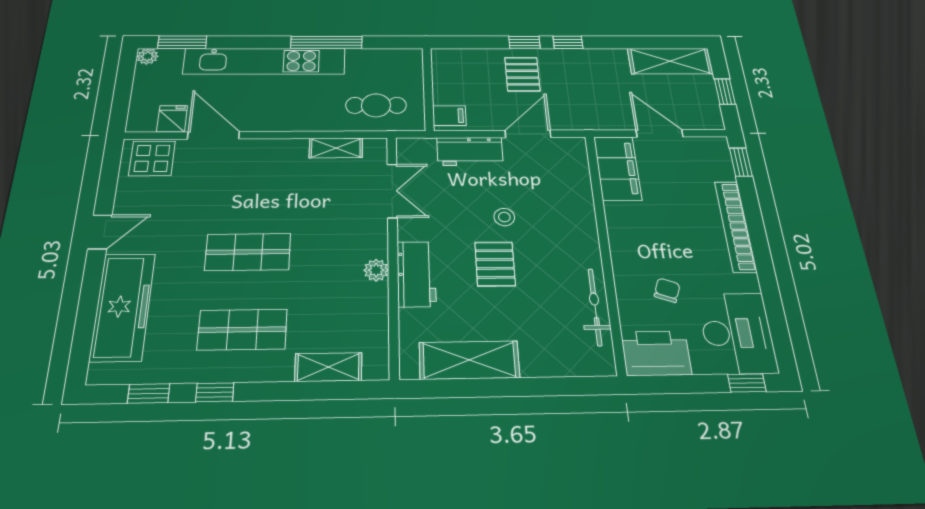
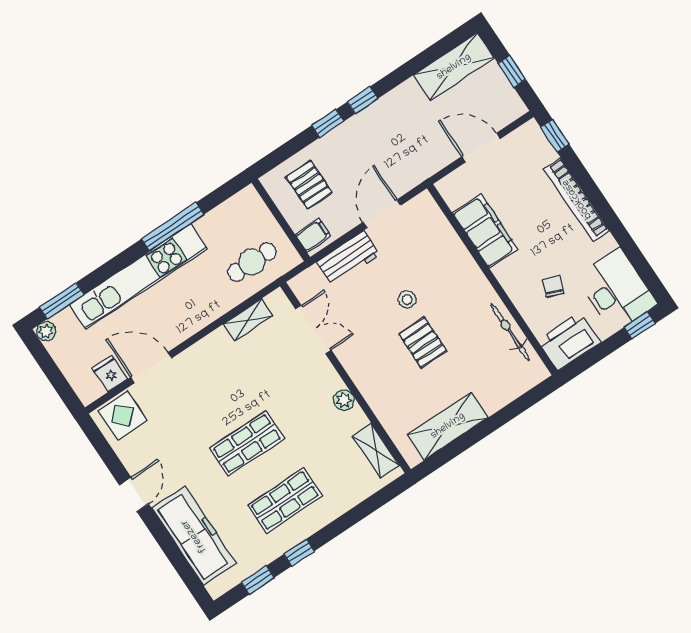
pallet: (522, 74) -> (309, 185), moved
filing cabinet: (617, 168) -> (485, 231), moved
workbench: (416, 274) -> (373, 385), removed
shelving: (328, 367) -> (376, 451), moved, turned 90

